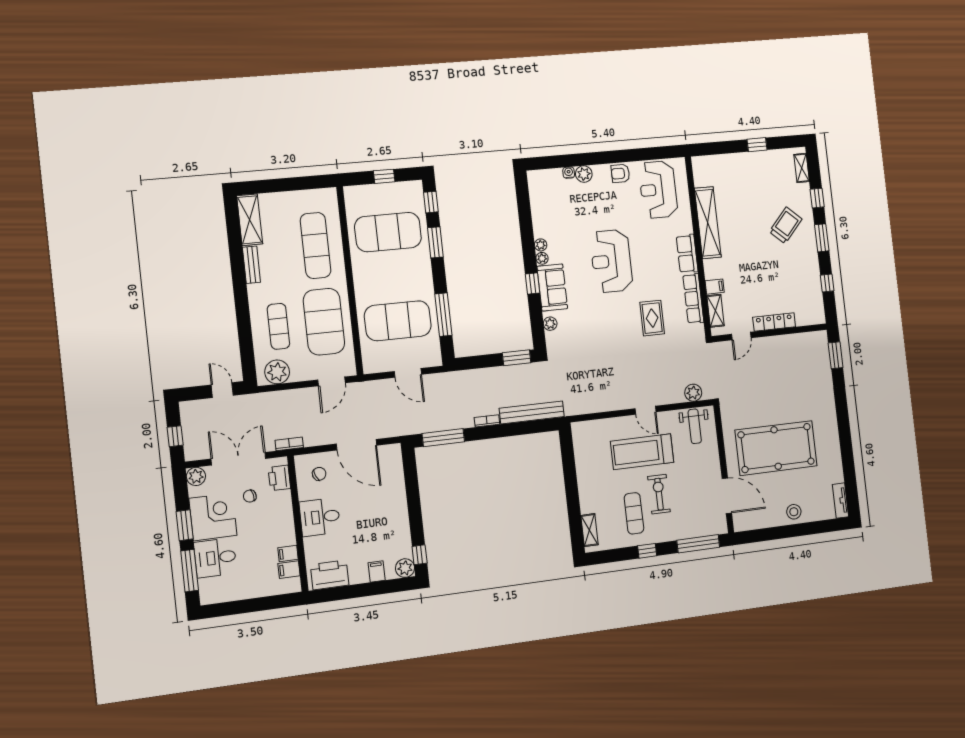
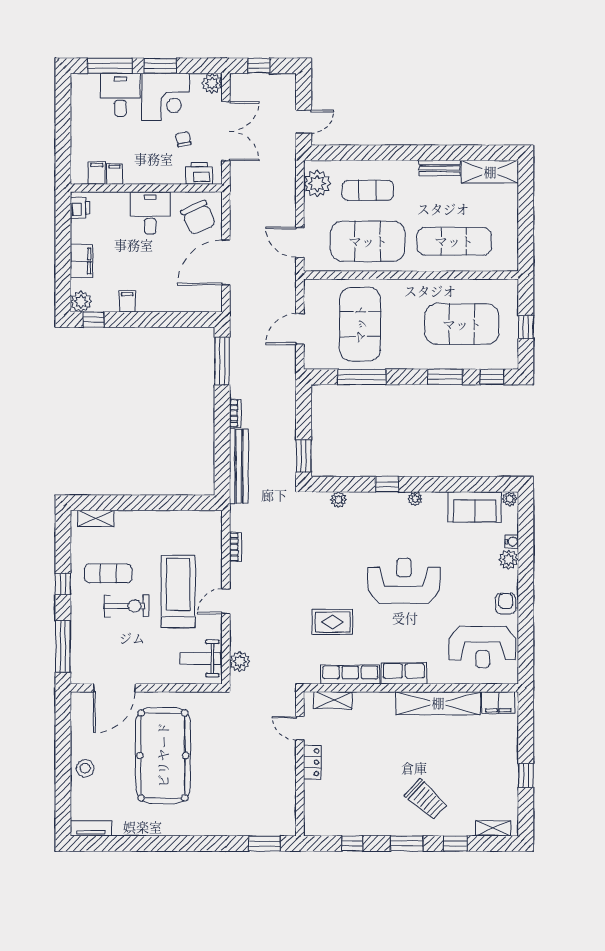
reception desk: (658, 190) -> (483, 647), turned 180
exercise mat: (388, 232) -> (462, 324), turned 90
plant: (541, 245) -> (510, 499), moved
sofa: (552, 287) -> (475, 507), moved
filing cabinet: (715, 287) -> (498, 703), moved, width x2.00
locker: (774, 322) -> (312, 762), width x0.66
bookcase: (289, 444) -> (236, 547), moved
chair: (319, 474) -> (198, 217), width x1.87, depth x1.87
filing cabinet: (400, 527) -> (127, 301), added
filing cabinet: (377, 571) -> (81, 261), width x2.00
printer: (330, 575) -> (80, 208), width x0.53, depth x0.68

